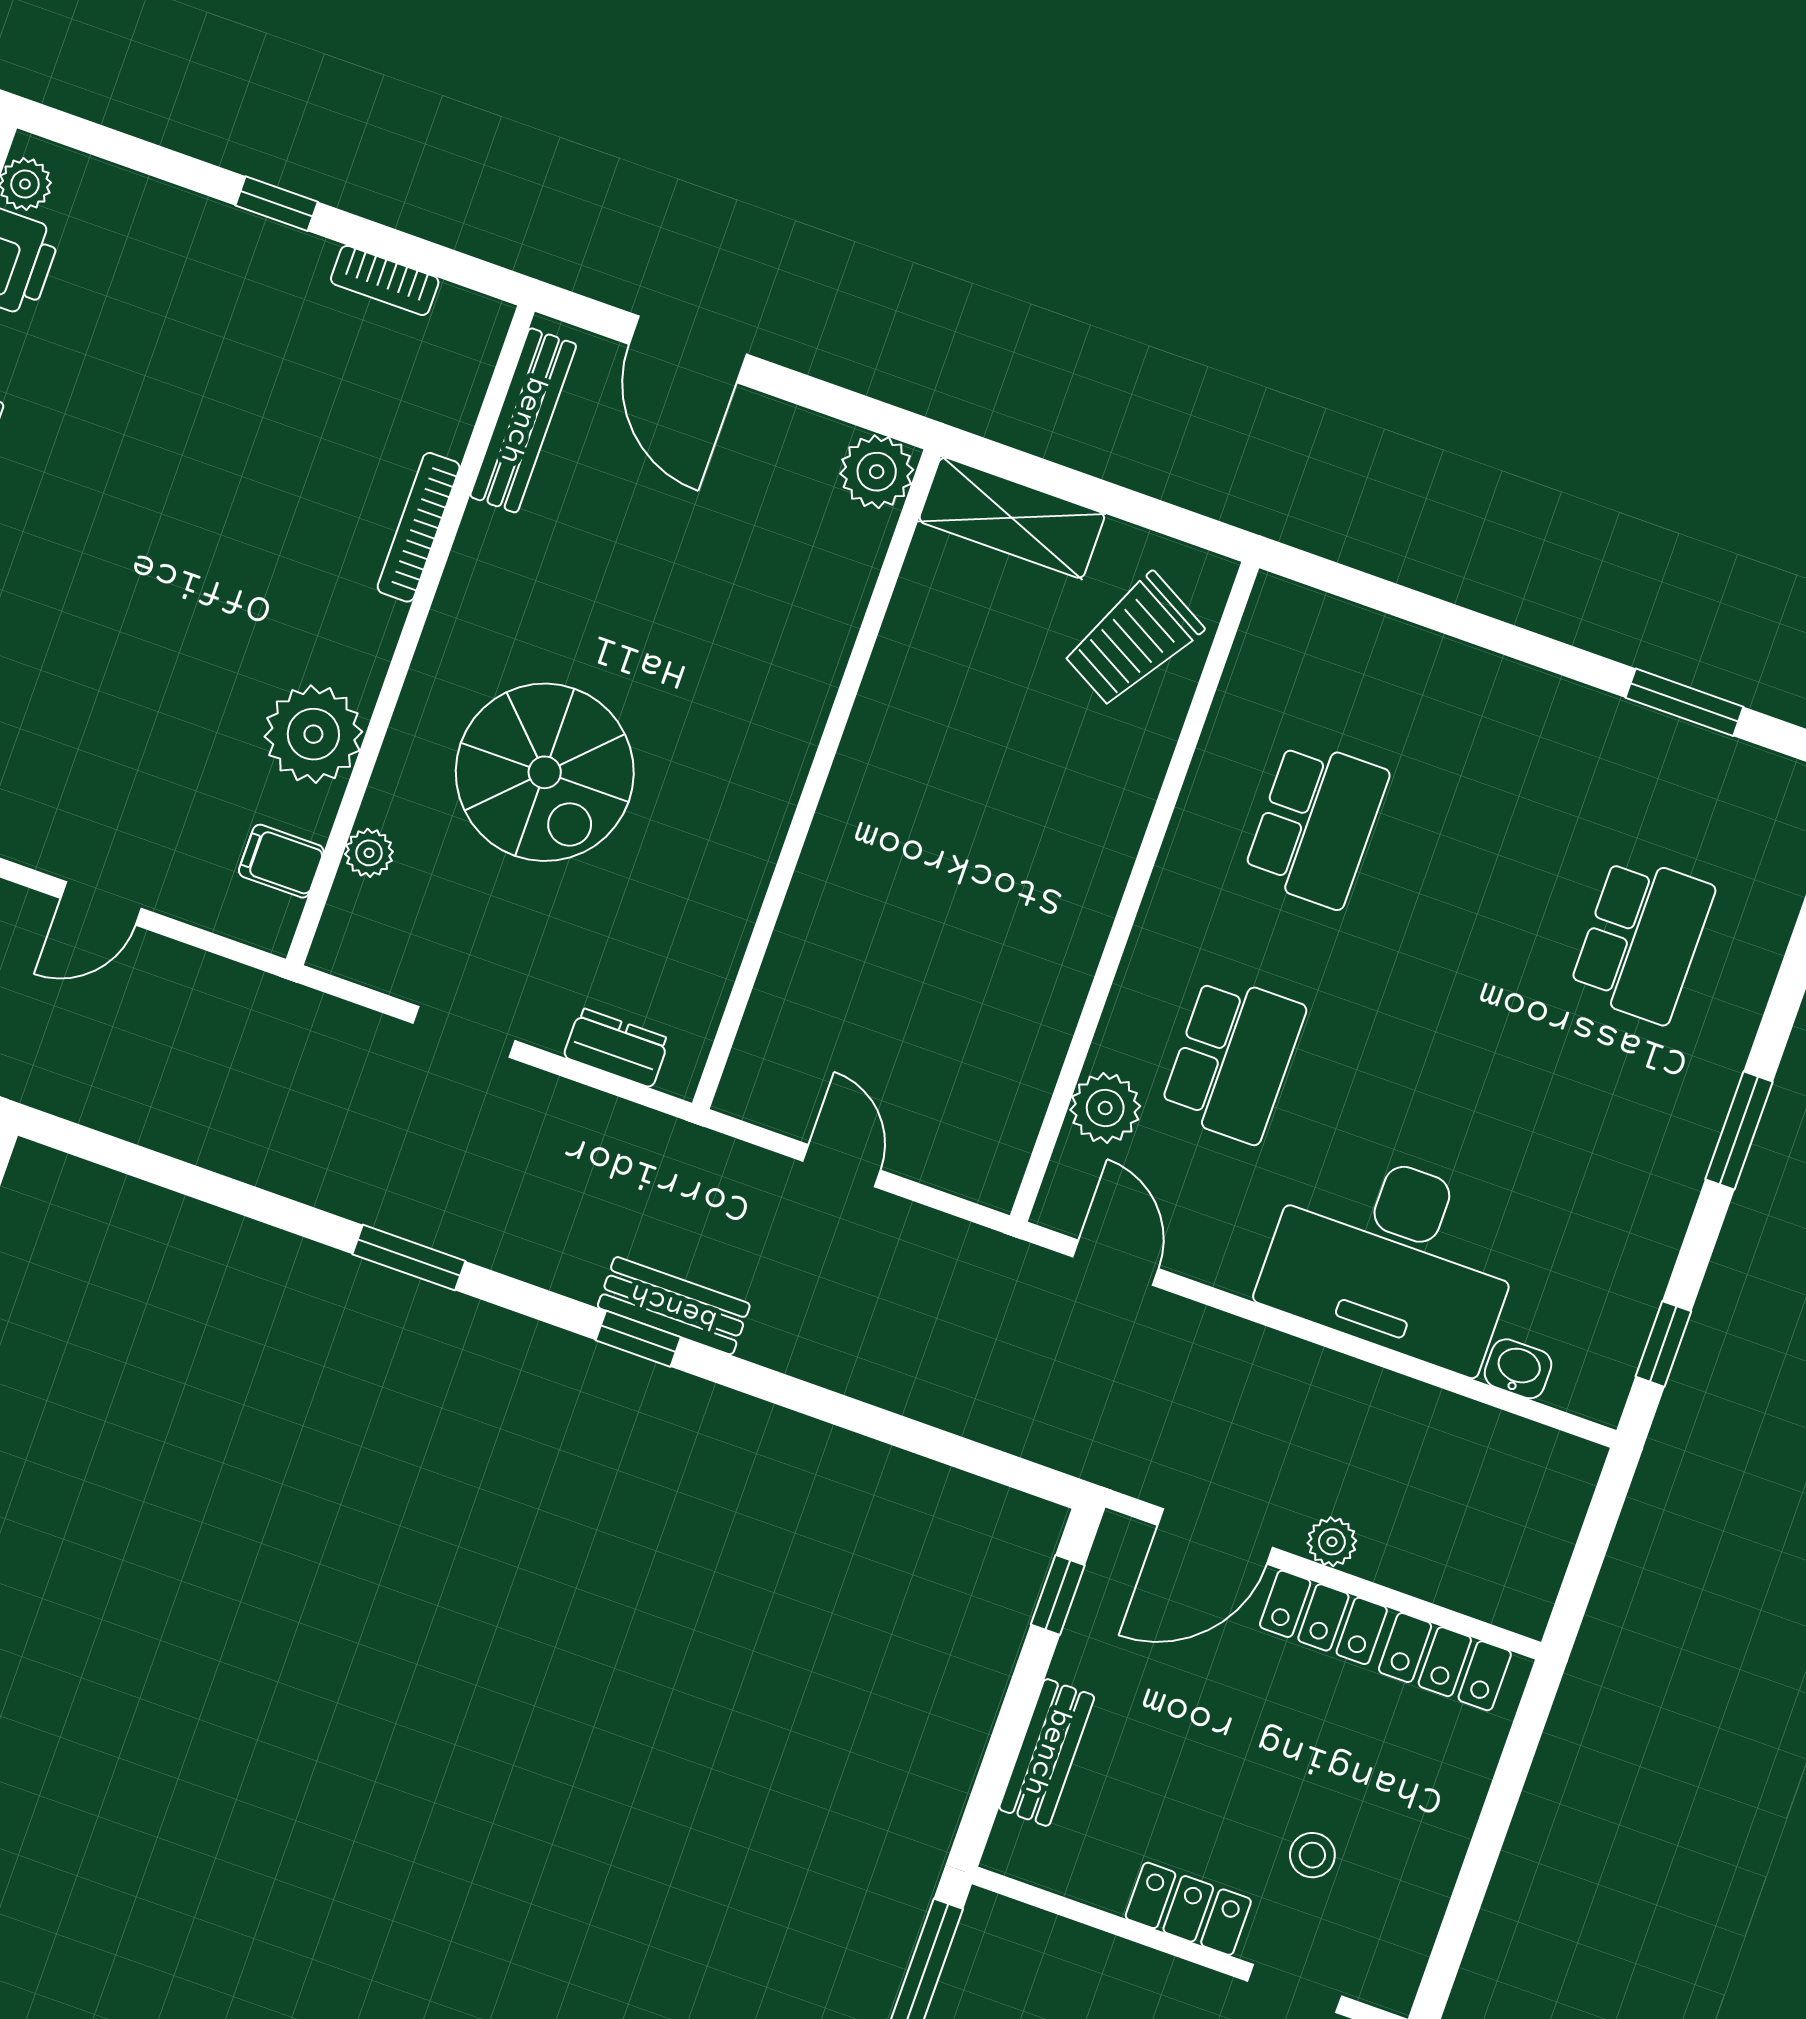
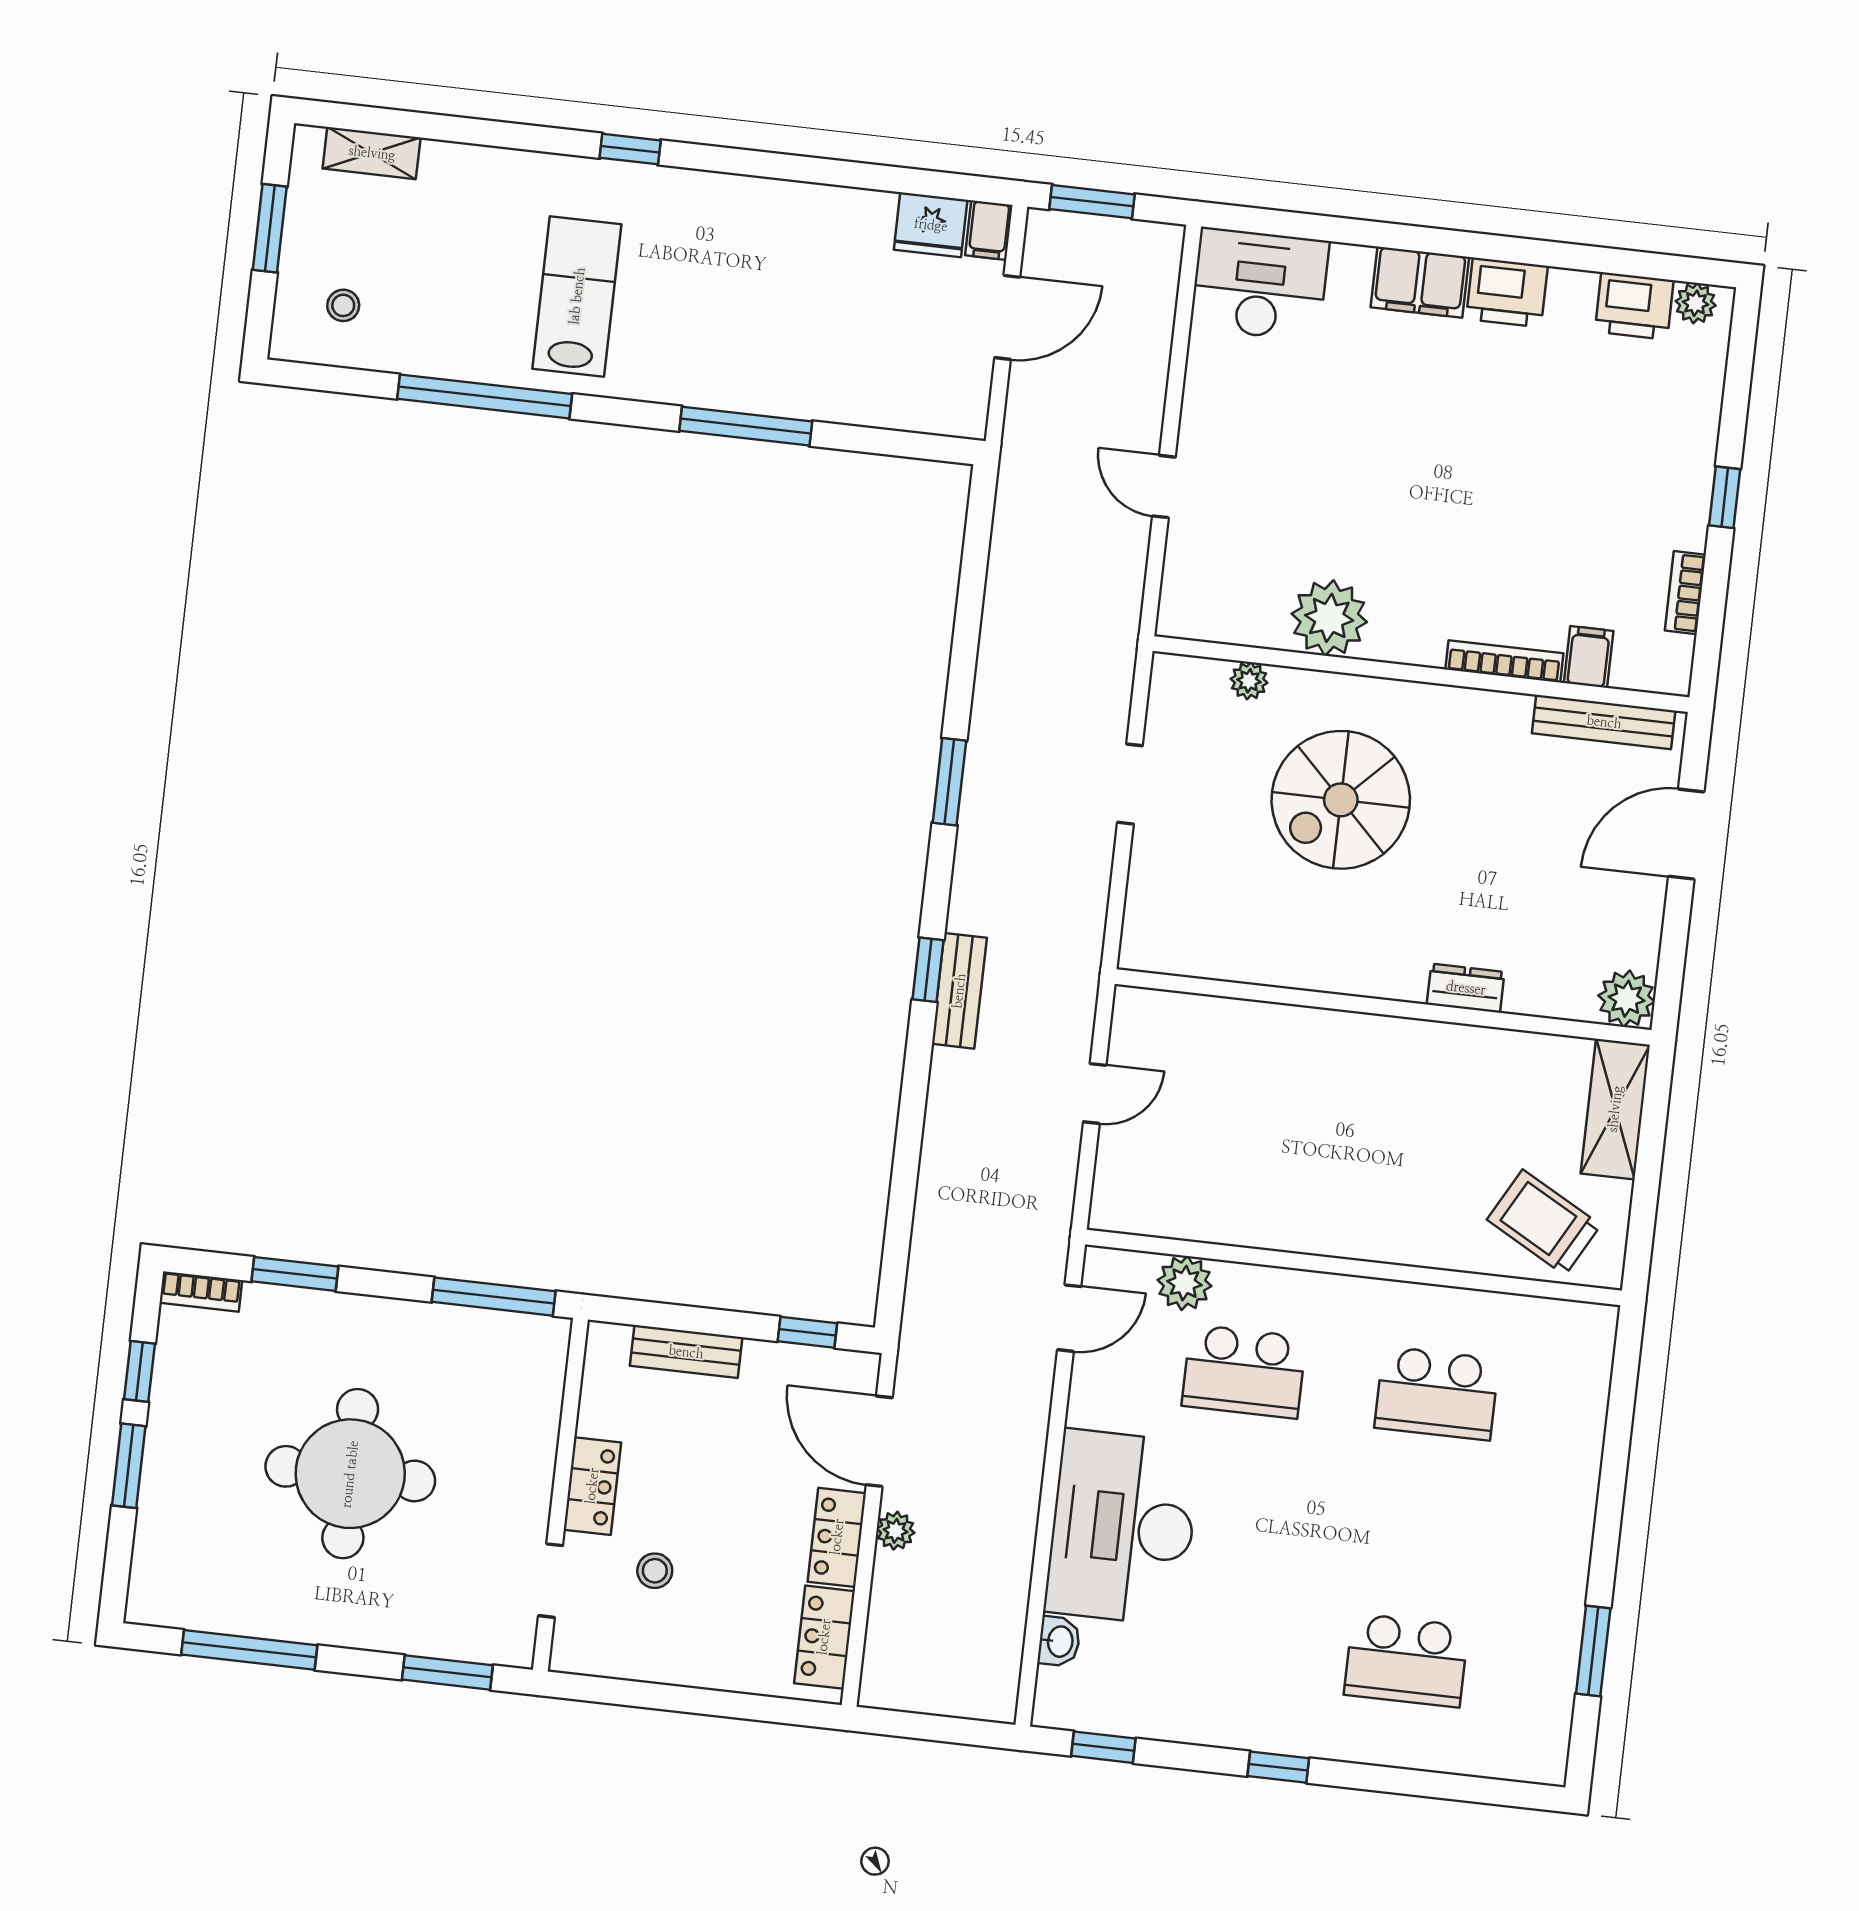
filing cabinet: (281, 861) -> (1589, 657), moved
dresser: (616, 1048) -> (1466, 988), moved, turned -90
window: (1739, 1130) -> (1278, 1767), width x0.67

